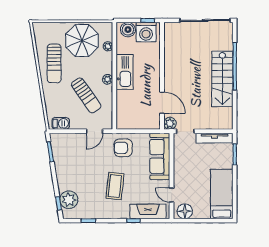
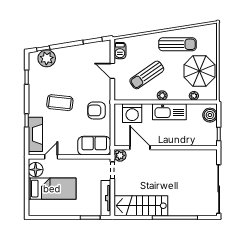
washing machine: (146, 32) -> (132, 113), moved, turned -90
sun lounger: (54, 63) -> (178, 44), turned 180
stairs: (222, 79) -> (141, 206), moved
door: (162, 103) -> (140, 148), swing flipped
door: (95, 131) -> (112, 71), moved
armchair: (123, 148) -> (96, 110), turned -90
sofa: (160, 156) -> (94, 146), width x0.73
bed: (222, 194) -> (52, 189), moved

